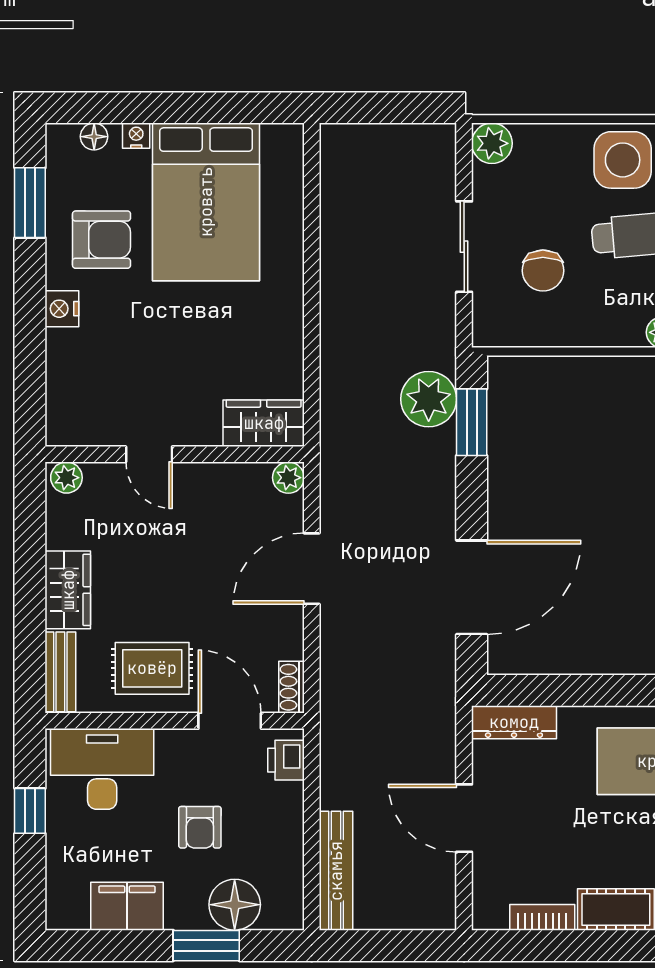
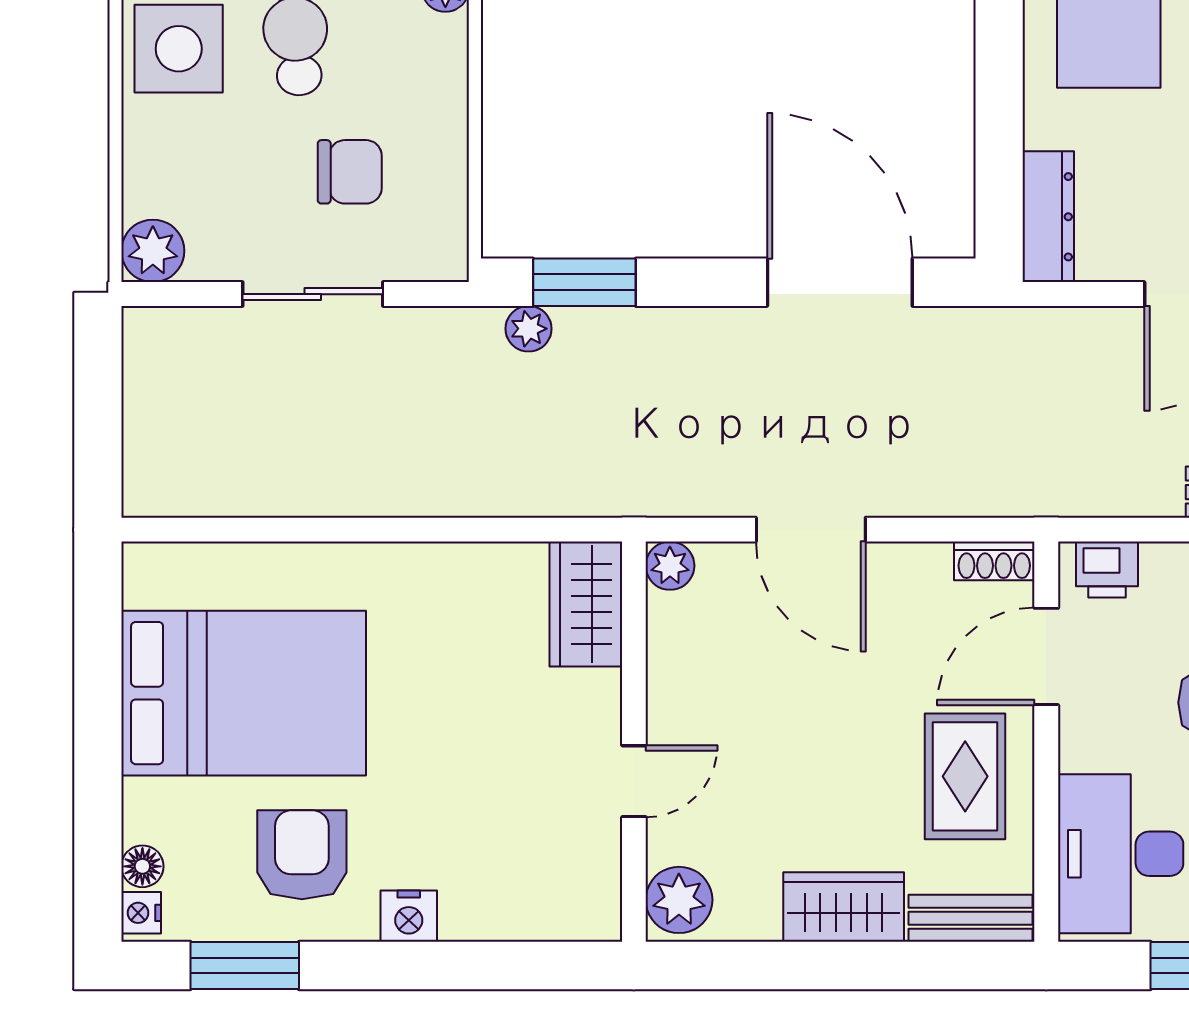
nightstand: (136, 136) -> (141, 913), moved
plant: (429, 399) -> (529, 329), width x0.53, depth x0.53
plant: (66, 478) -> (679, 900), width x1.38, depth x1.38

